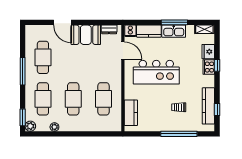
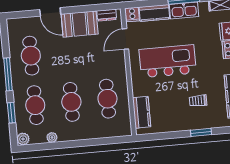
door: (123, 51) -> (125, 39), swing flipped
kitchen island: (156, 72) -> (168, 61), turned 180
window: (23, 117) -> (11, 113), moved
window: (179, 134) -> (201, 132), width x0.47

